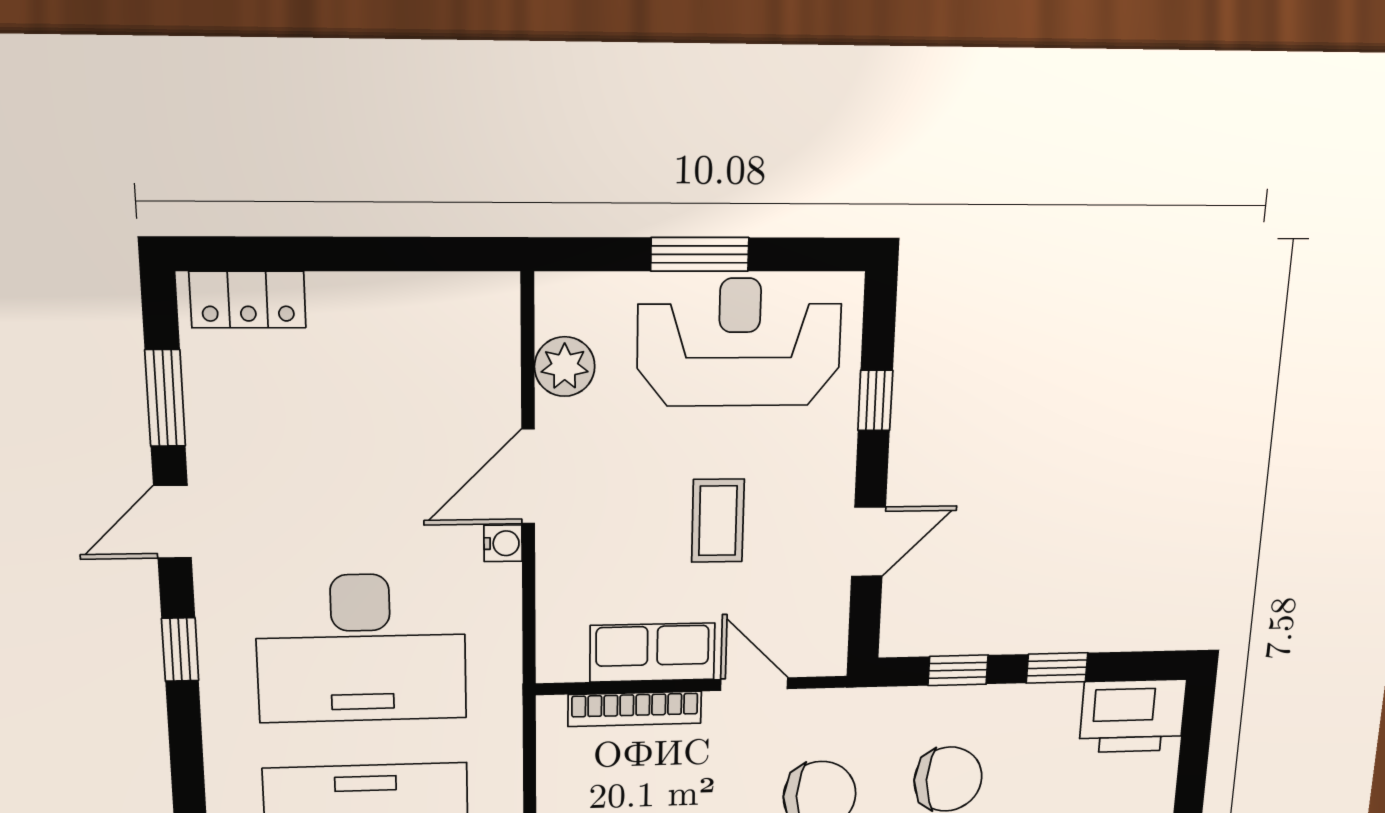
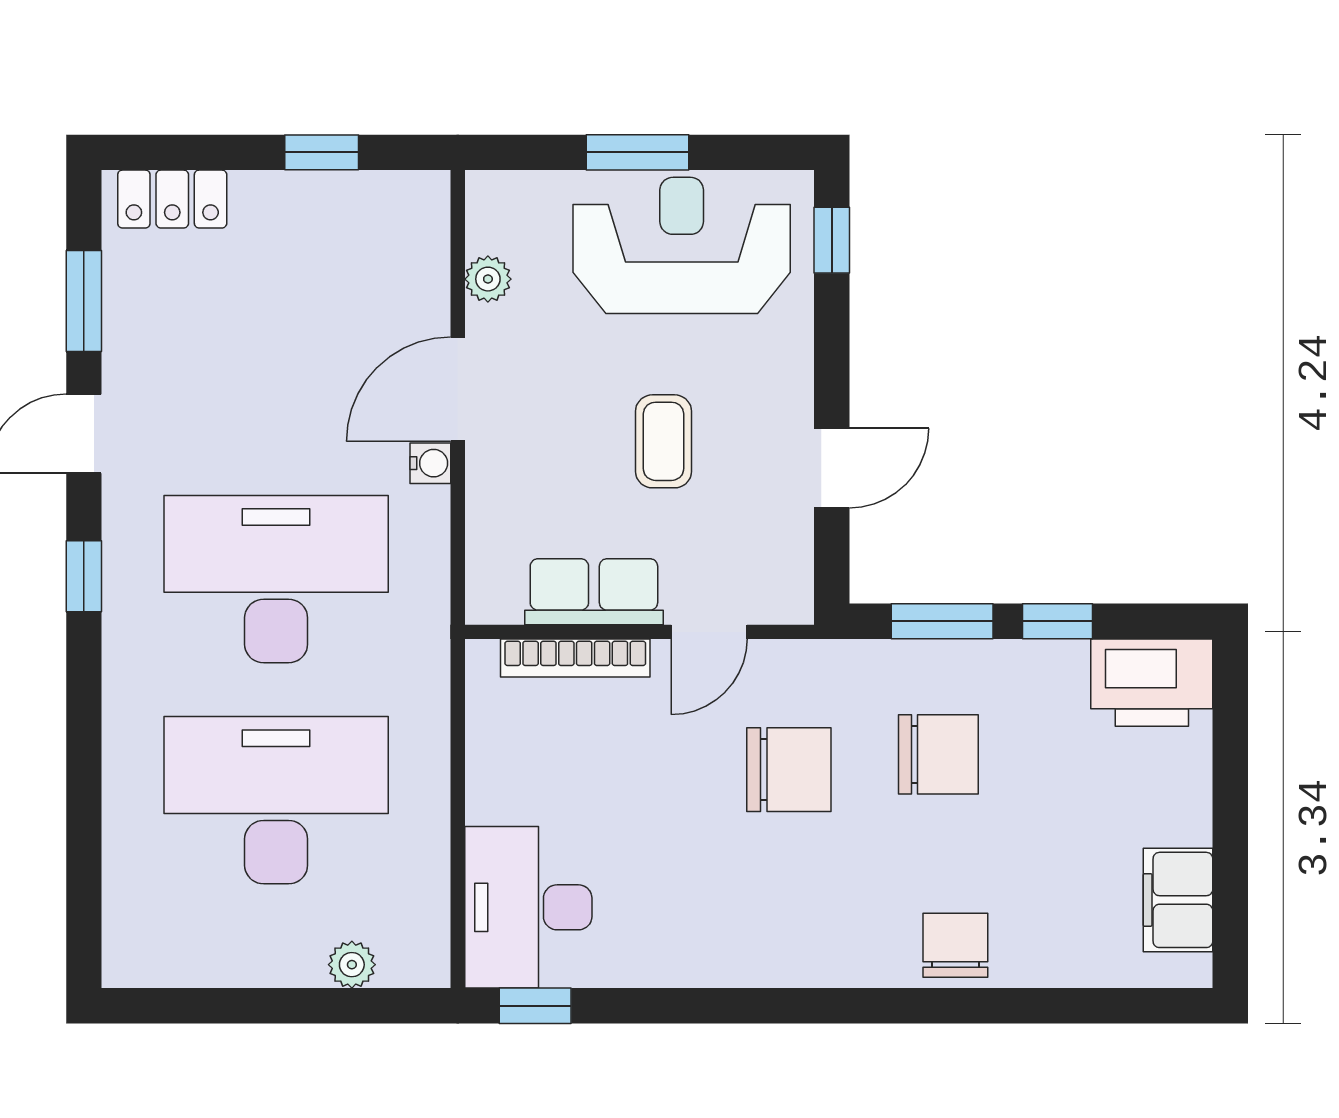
window: (394, 254) -> (322, 152), added
plant: (565, 367) -> (488, 279), width x0.73, depth x0.73
window: (875, 400) -> (832, 240), moved
desk: (361, 648) -> (276, 579), turned 180
window: (958, 670) -> (942, 621), width x1.50
door: (754, 684) -> (709, 632), swing flipped

